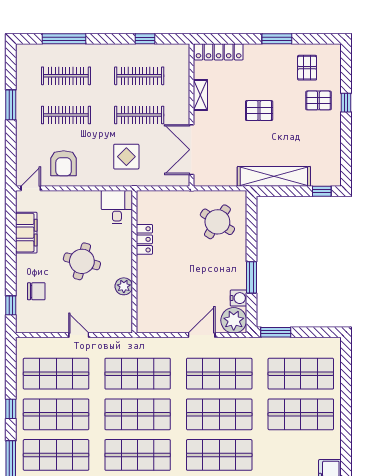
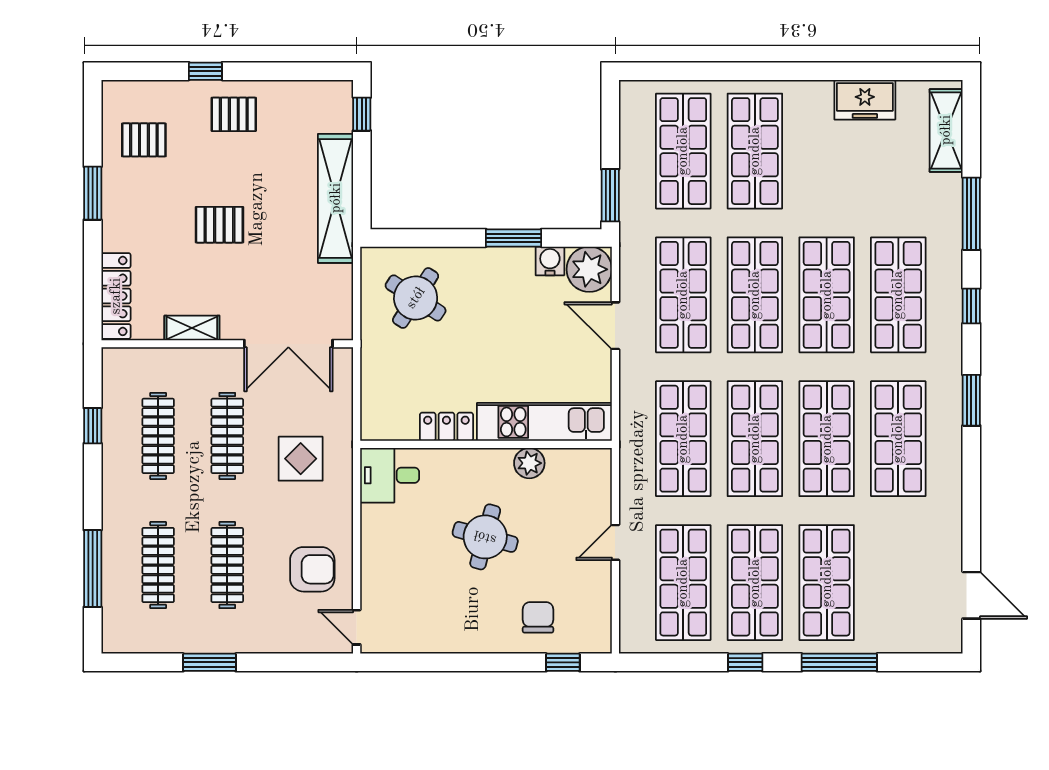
pallet: (318, 100) -> (234, 114), moved, turned 90
pallet: (259, 111) -> (219, 225), turned 90
filing cabinet: (26, 233) -> (435, 635), removed
kitchen unit: (147, 295) -> (544, 422), added

